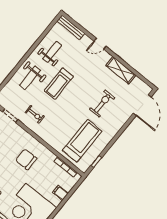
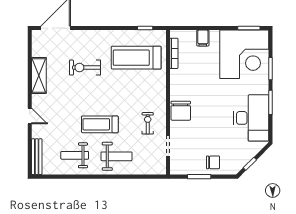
treadmill: (59, 84) -> (100, 124), turned 180
chair: (26, 159) -> (181, 111), moved

